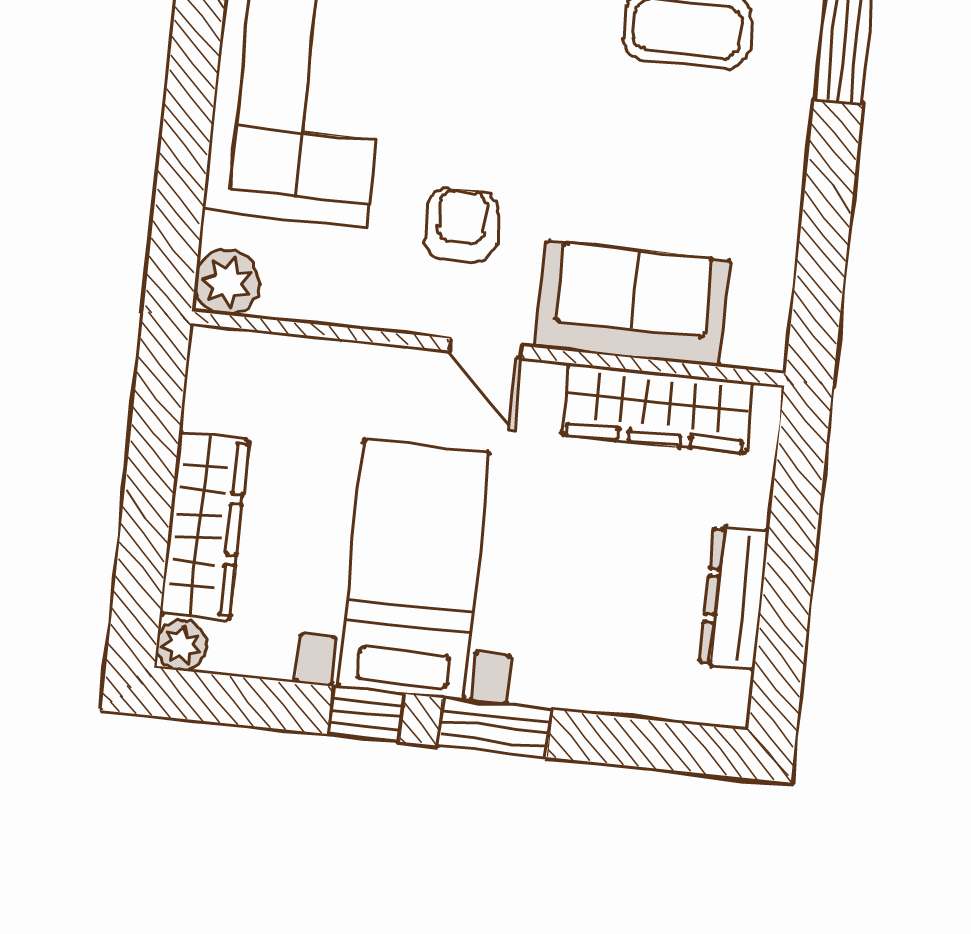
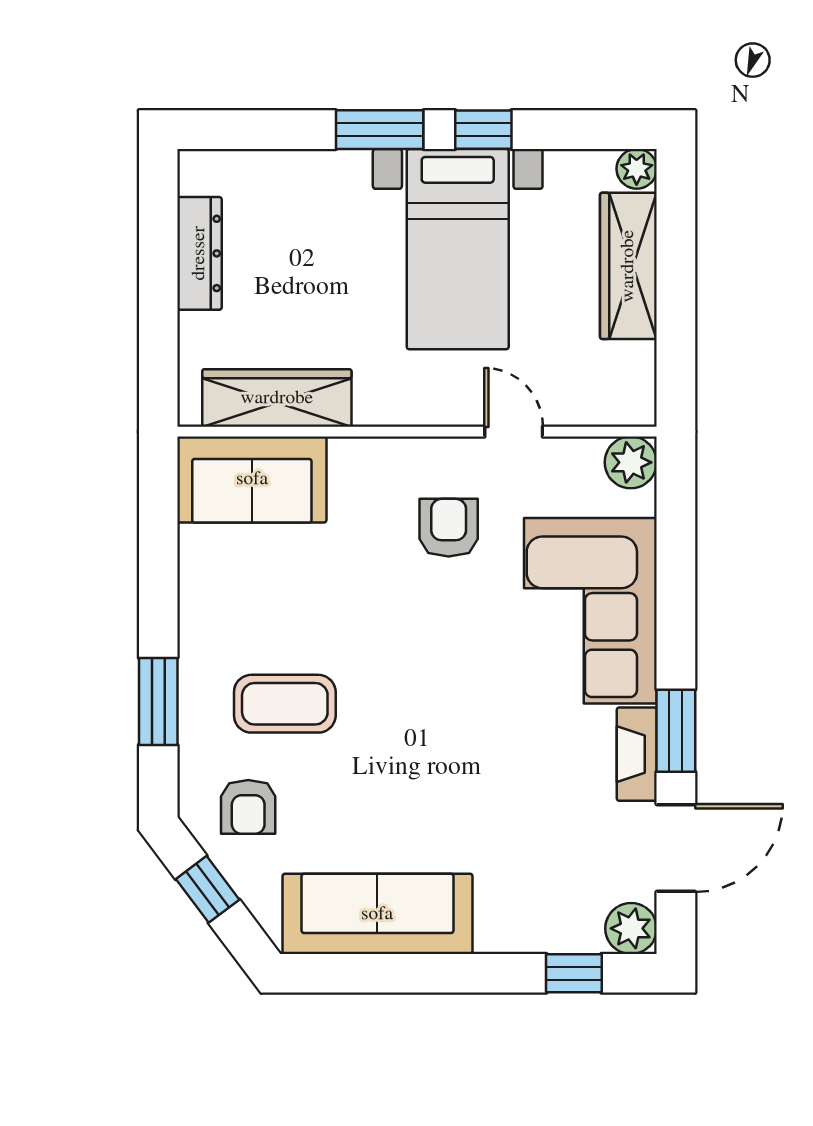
armchair: (461, 225) -> (449, 528), turned 180
sofa: (633, 304) -> (252, 479), moved
door: (486, 348) -> (514, 432), moved

